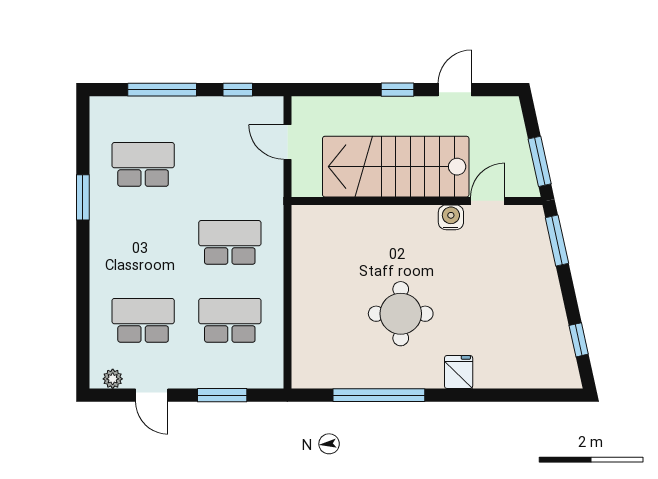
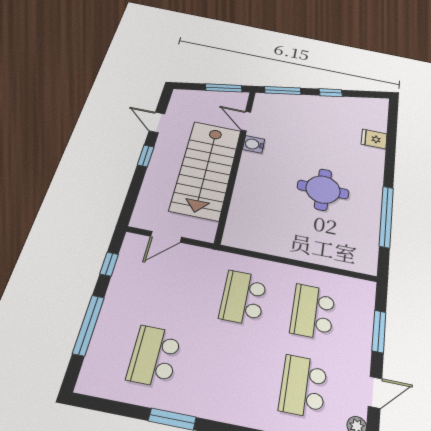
window: (579, 340) -> (331, 93), moved
fridge: (459, 372) -> (374, 139), moved

